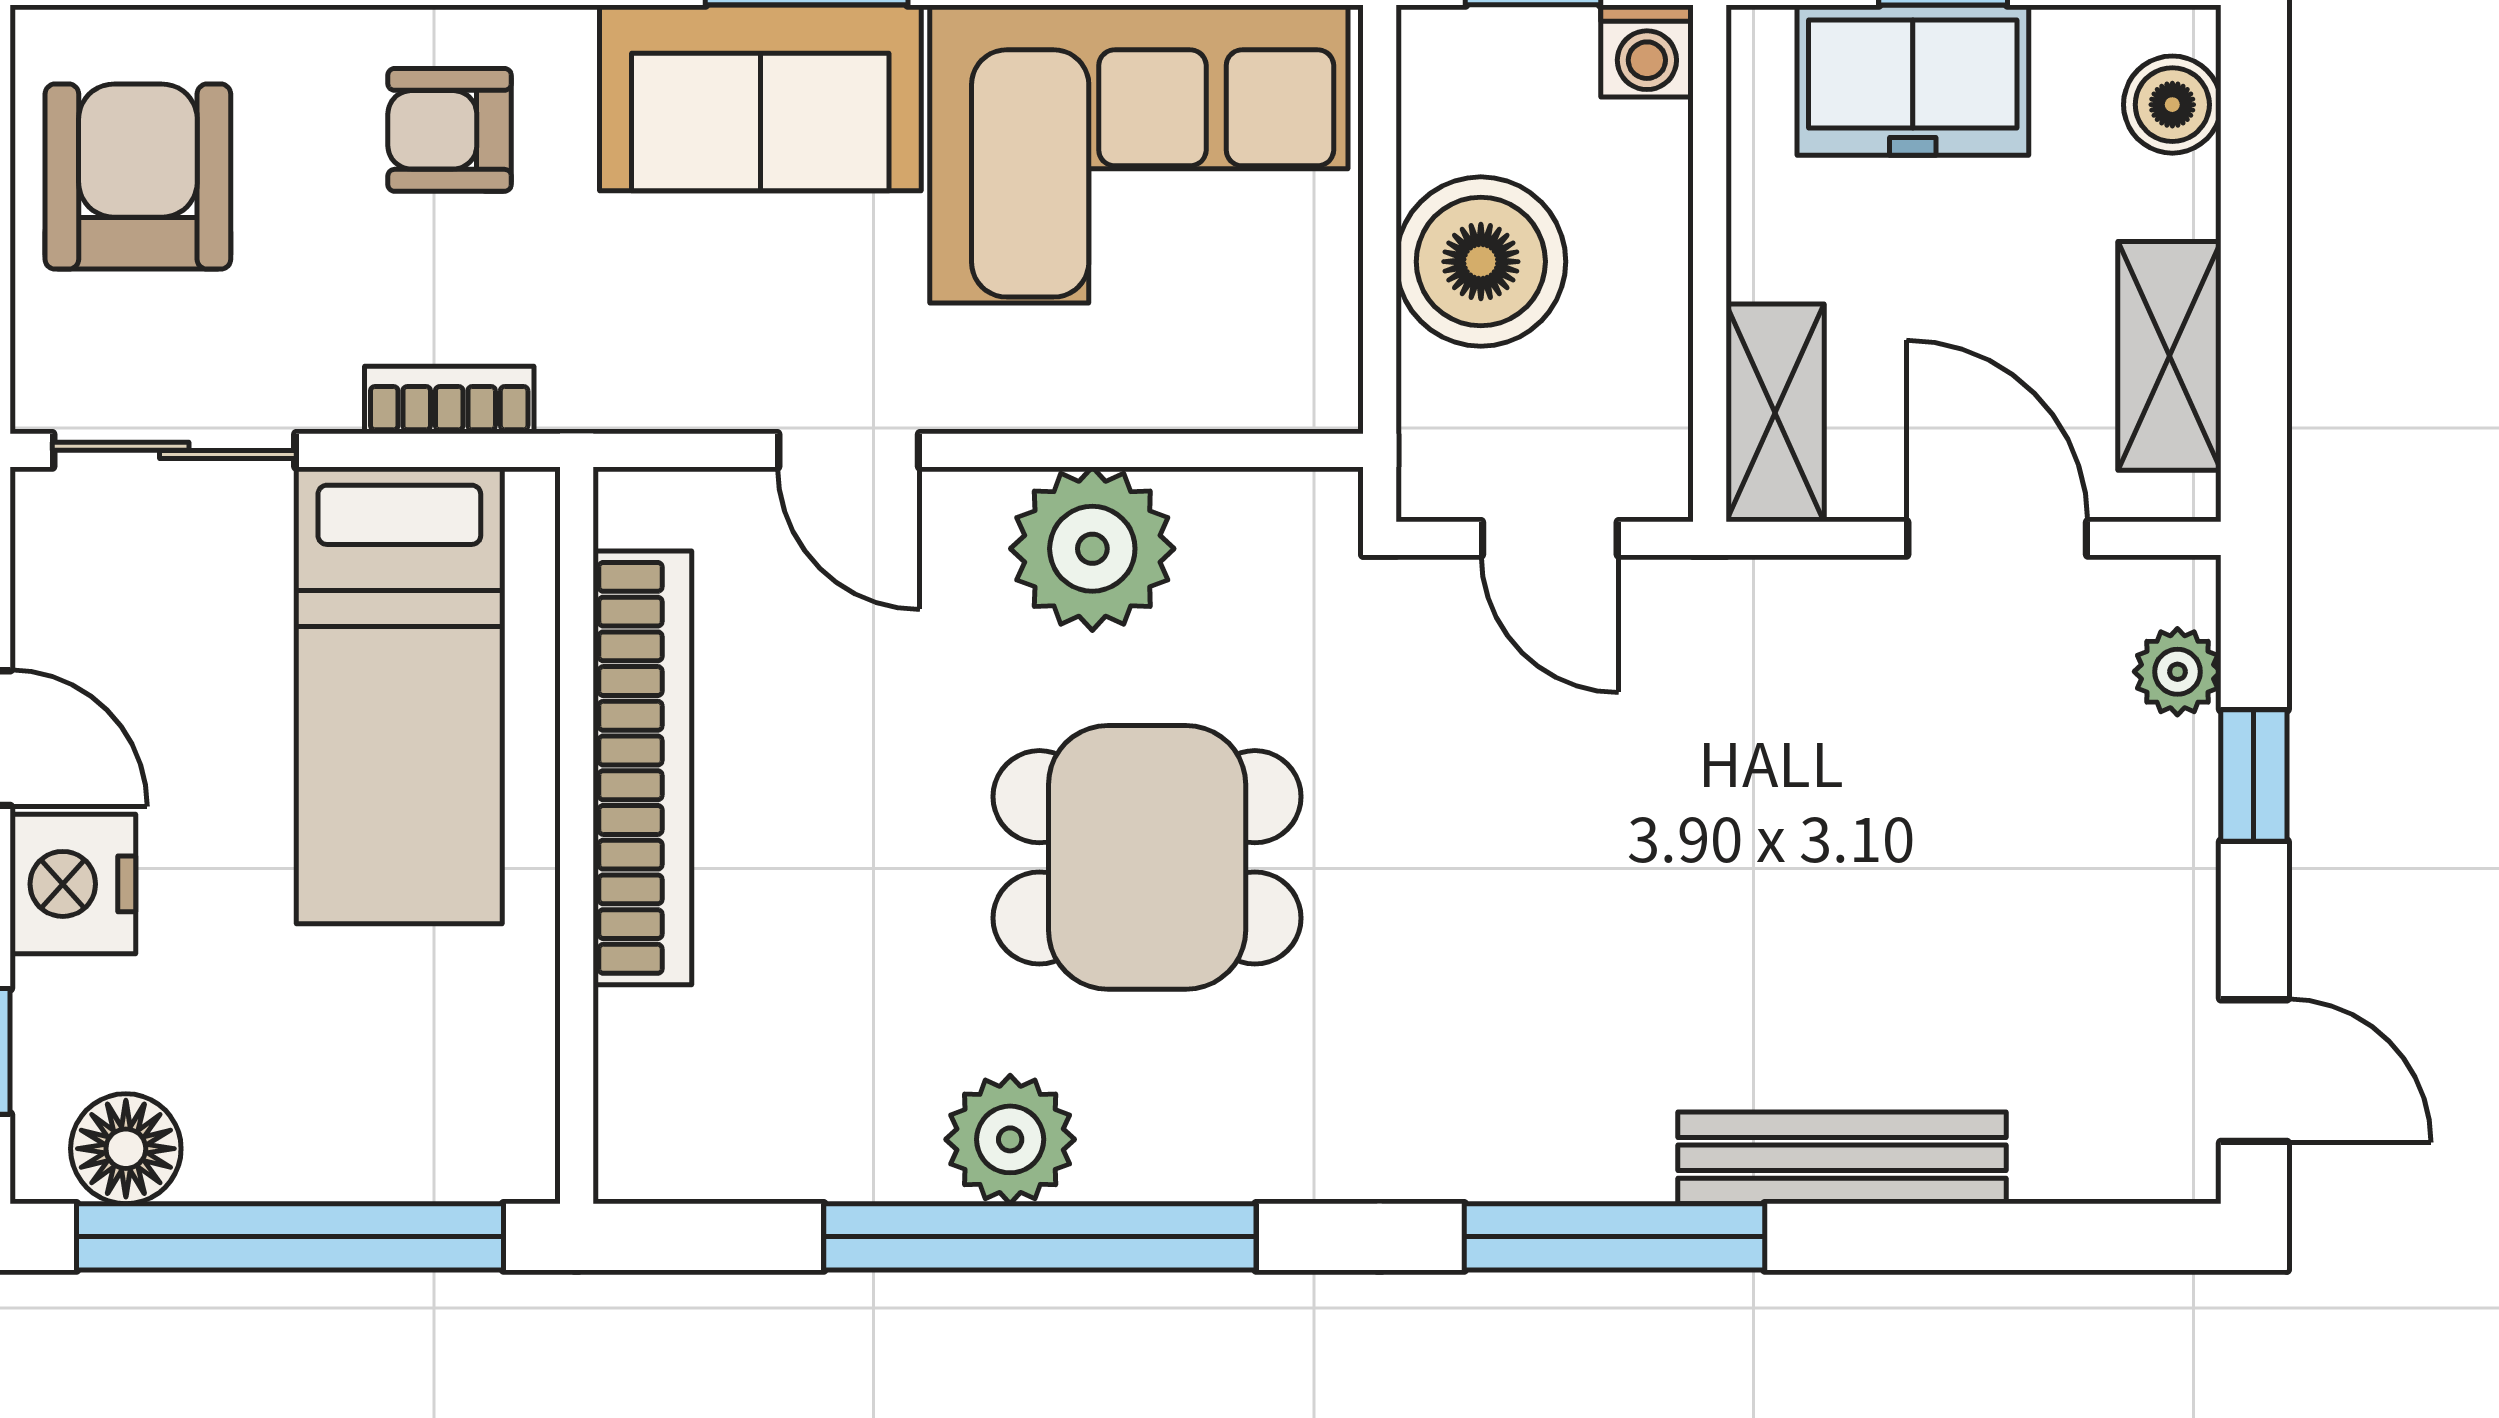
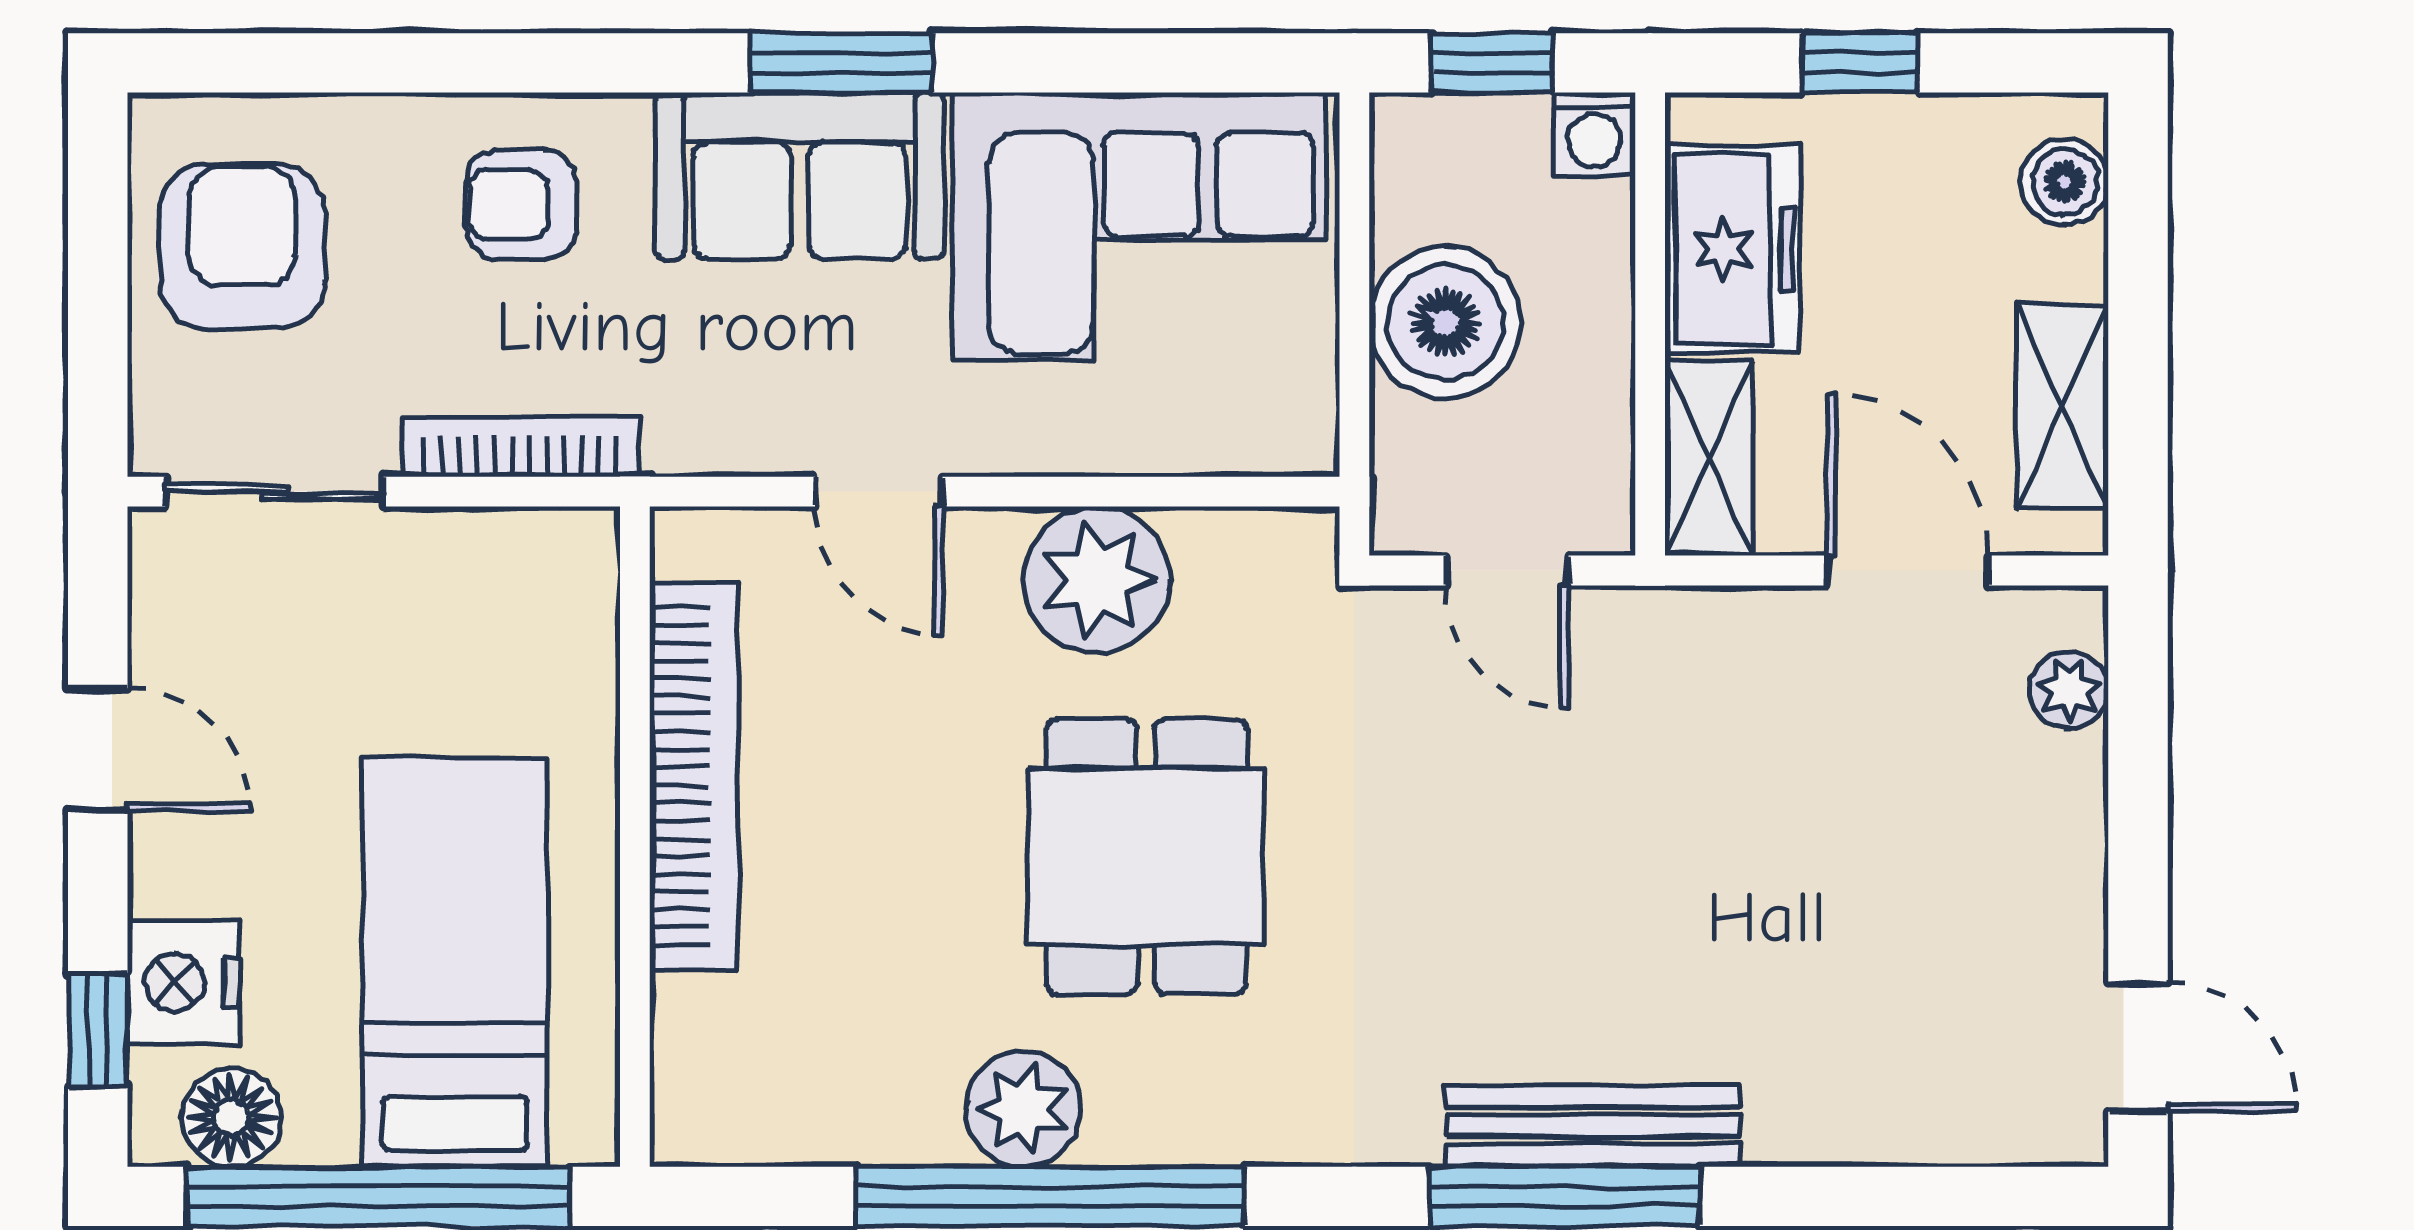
freezer: (1913, 80) -> (1732, 249), moved, turned -90
bookcase: (449, 400) -> (521, 447), width x1.56
bed: (399, 695) -> (455, 962), moved, turned 180
window: (2254, 775) -> (2138, 783), removed
dining table: (1147, 857) -> (1146, 856), turned 90
nightstand: (73, 884) -> (183, 982), moved
bench: (1842, 1158) -> (1593, 1126), moved

